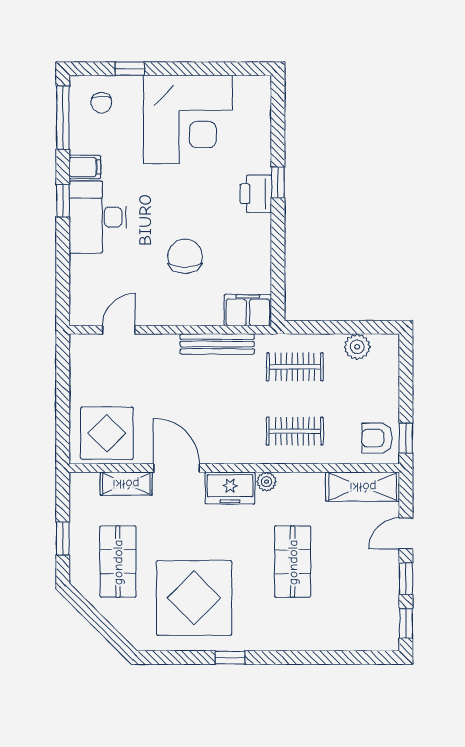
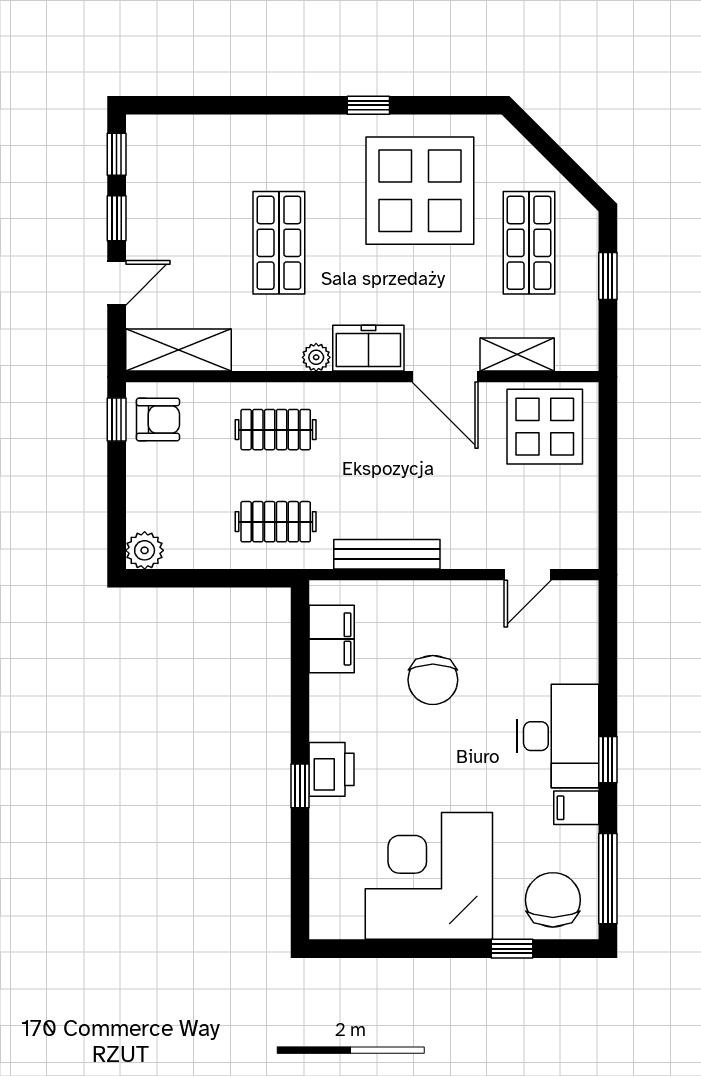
chair: (101, 103) -> (553, 900), width x1.87, depth x1.87
filing cabinet: (248, 310) -> (332, 639), moved, turned -90
plant: (357, 347) -> (145, 550), moved

